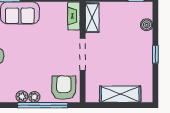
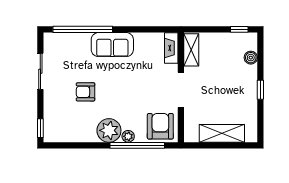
plant: (22, 97) -> (109, 130), width x1.88, depth x1.88

